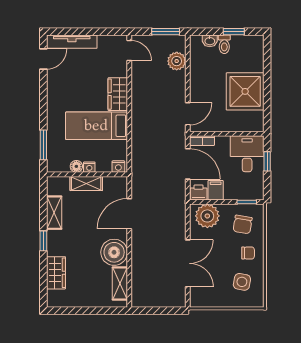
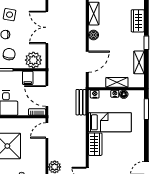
bench: (138, 155) -> (81, 102), added
printer: (199, 192) -> (39, 76), removed
boiler: (114, 252) -> (94, 35), width x0.54, depth x0.54

